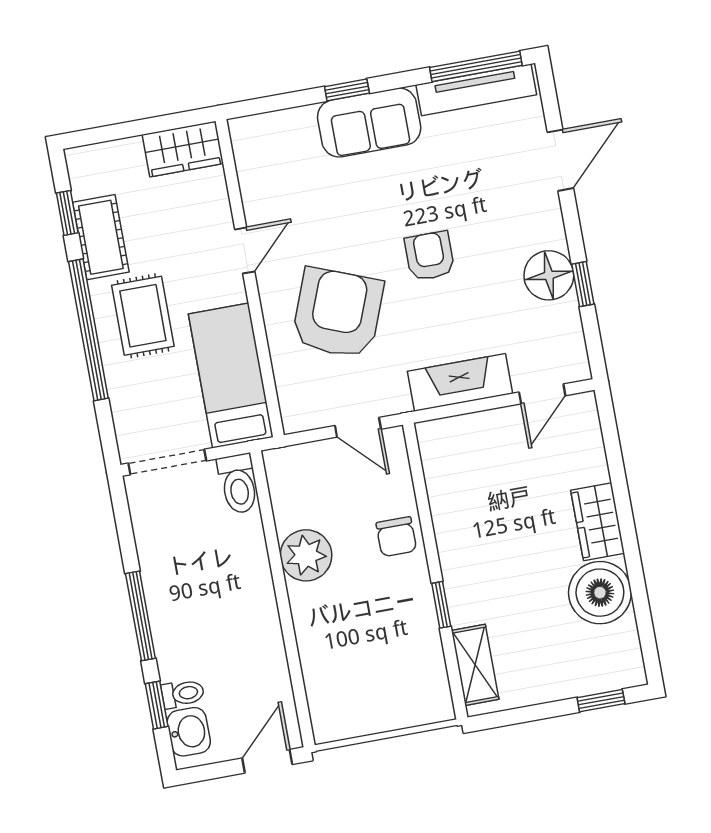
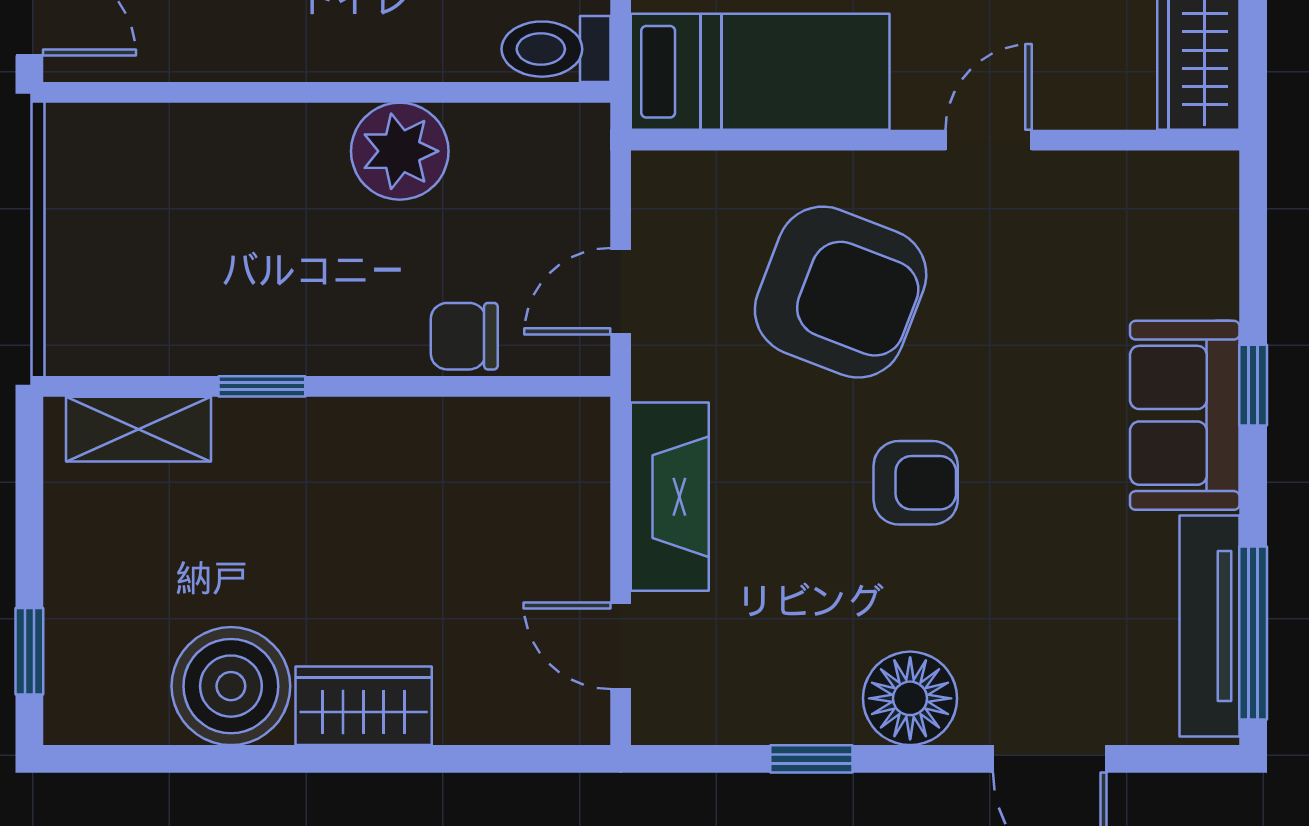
door: (245, 250) -> (989, 140), swing flipped
floor lamp: (549, 275) -> (910, 698), moved
chair: (396, 537) -> (464, 336), moved

